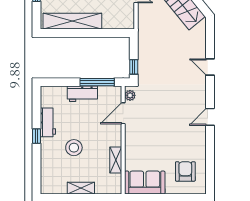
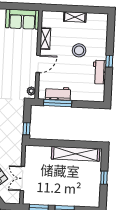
window: (134, 67) -> (27, 129), moved
workbench: (82, 94) -> (58, 94), moved
door: (123, 113) -> (38, 64), moved

